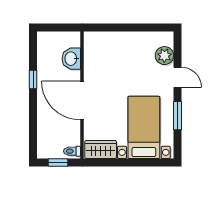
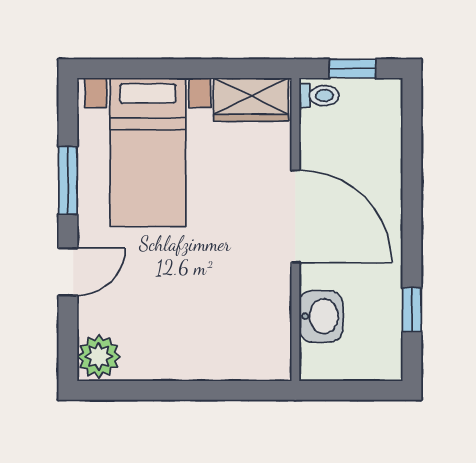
plant: (164, 56) -> (99, 356), moved
door: (177, 77) -> (68, 272), swing flipped
window: (33, 80) -> (412, 310), moved

